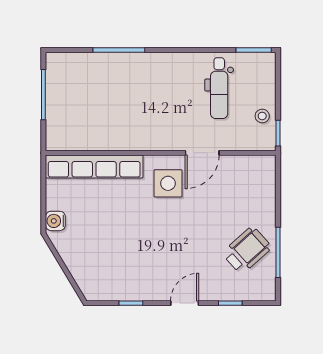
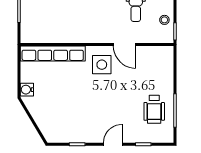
door: (202, 153) -> (124, 44), hinge flipped
wheelchair: (247, 250) -> (154, 109), turned 132

